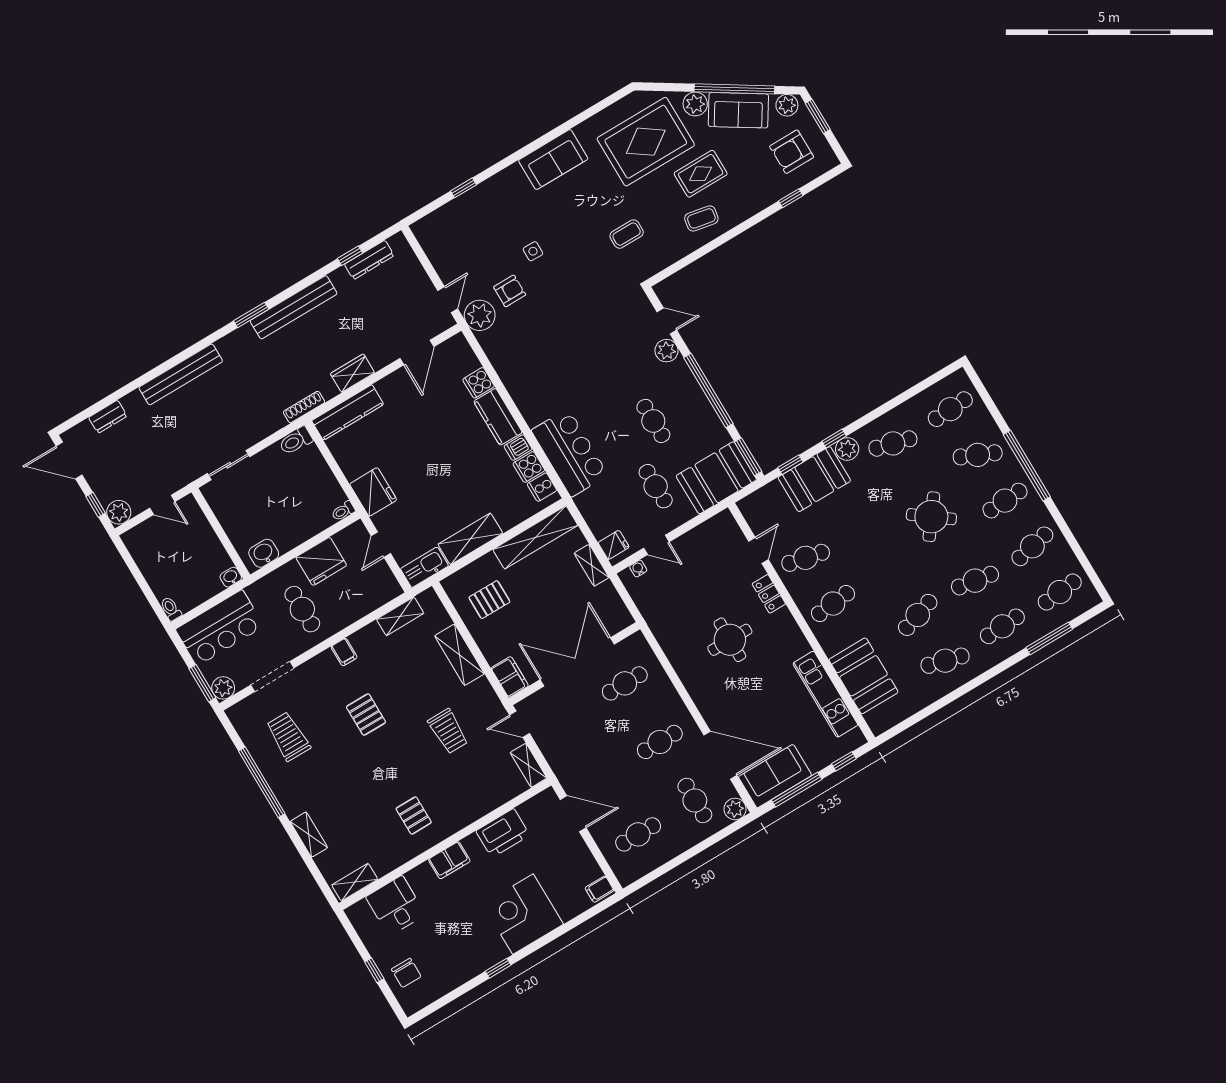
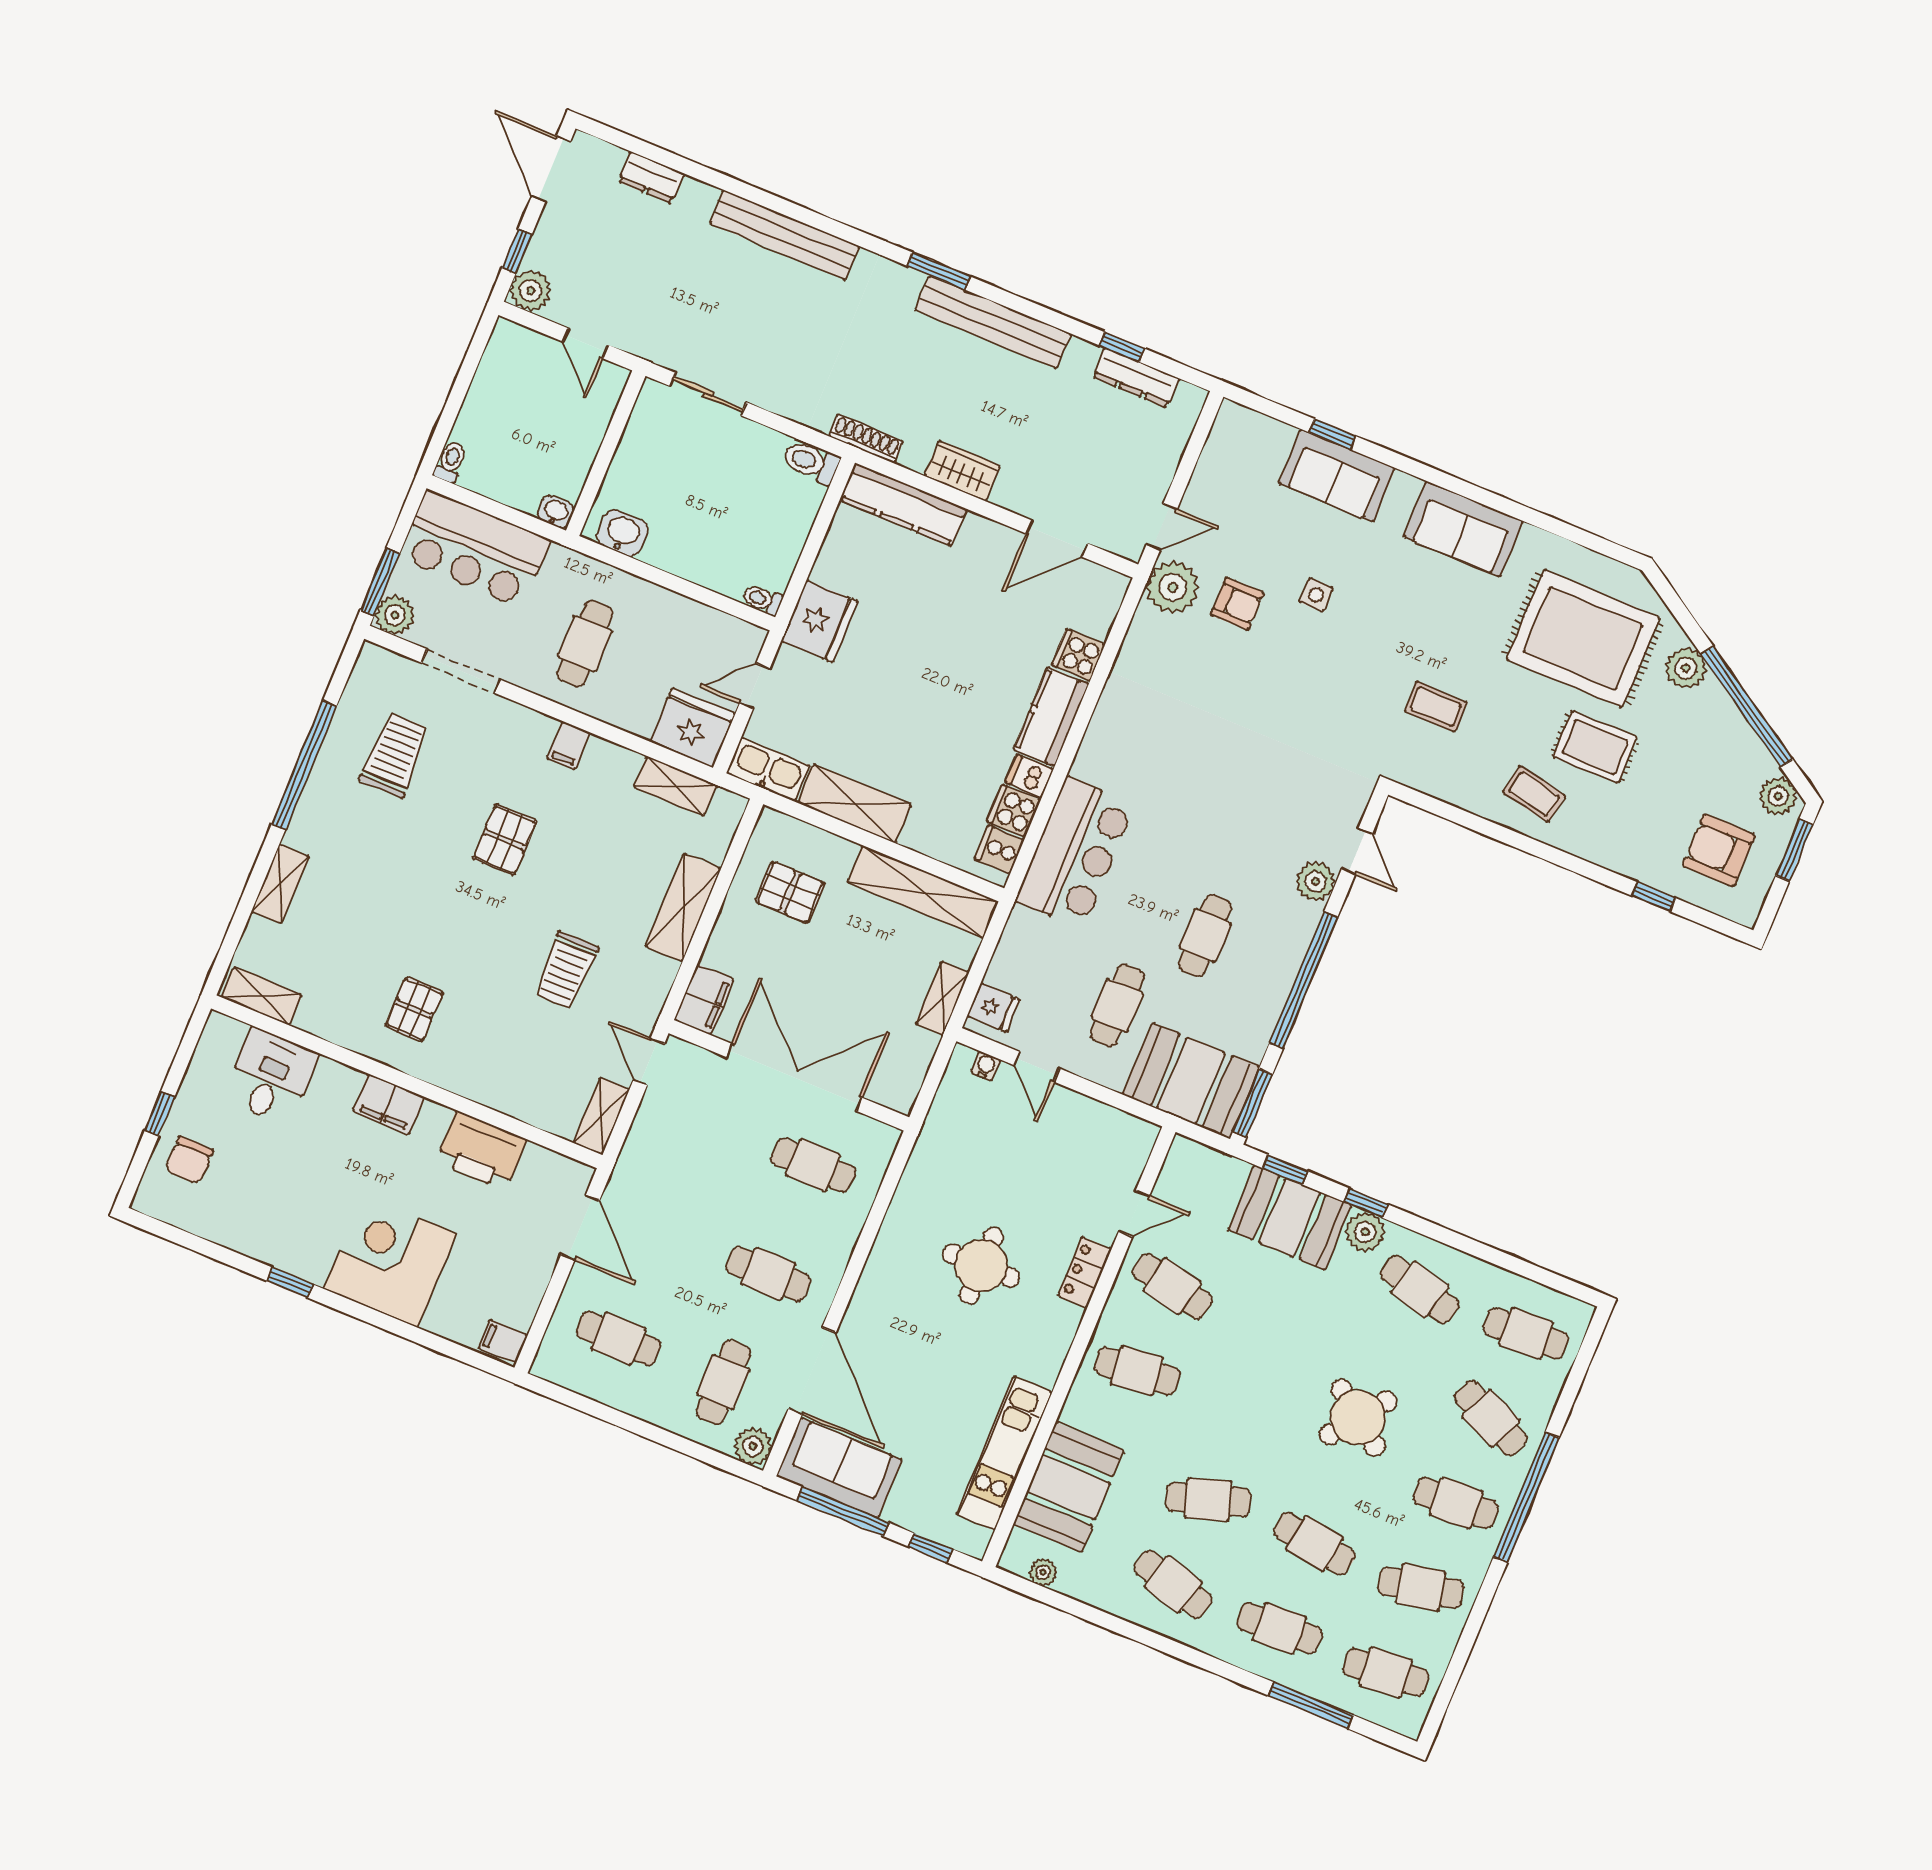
sofa: (738, 110) -> (1337, 476), moved, turned -32
fridge: (321, 561) -> (692, 728), moved, turned 180
plant: (894, 717) -> (1043, 1572), added

